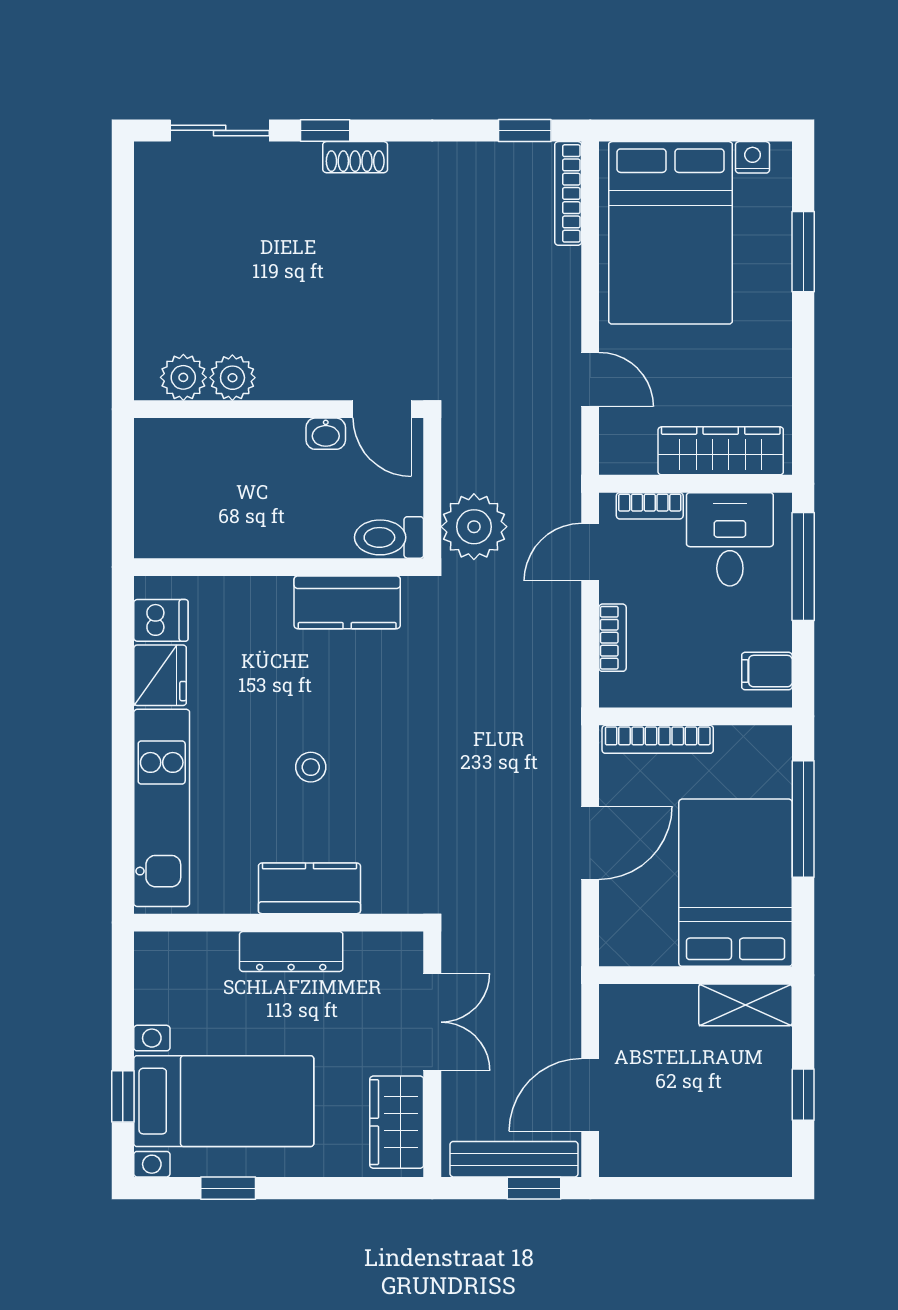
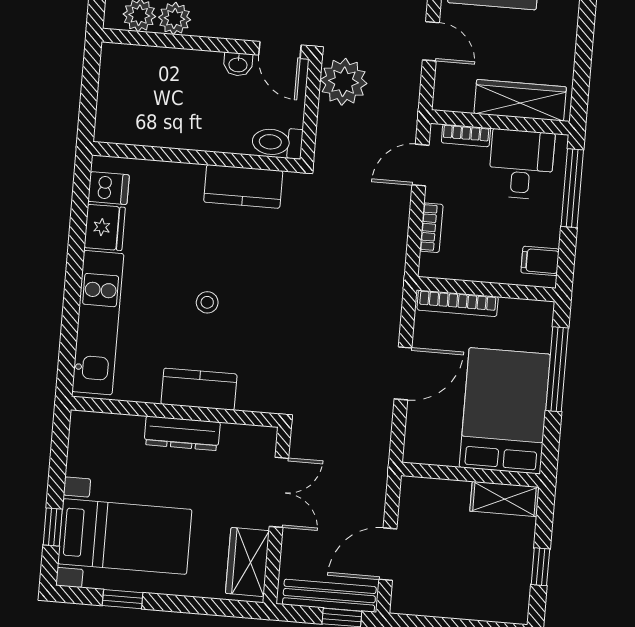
plant: (474, 527) -> (344, 82), moved

